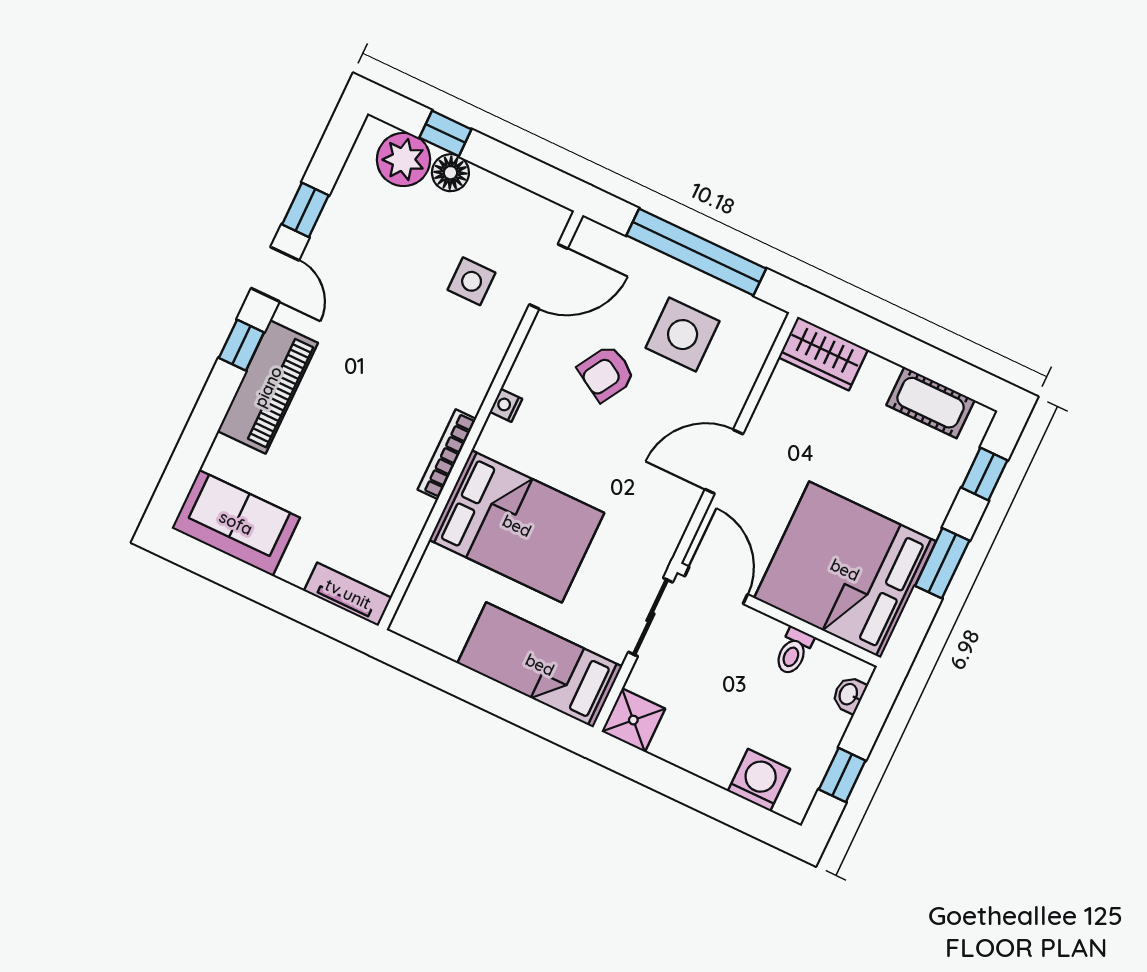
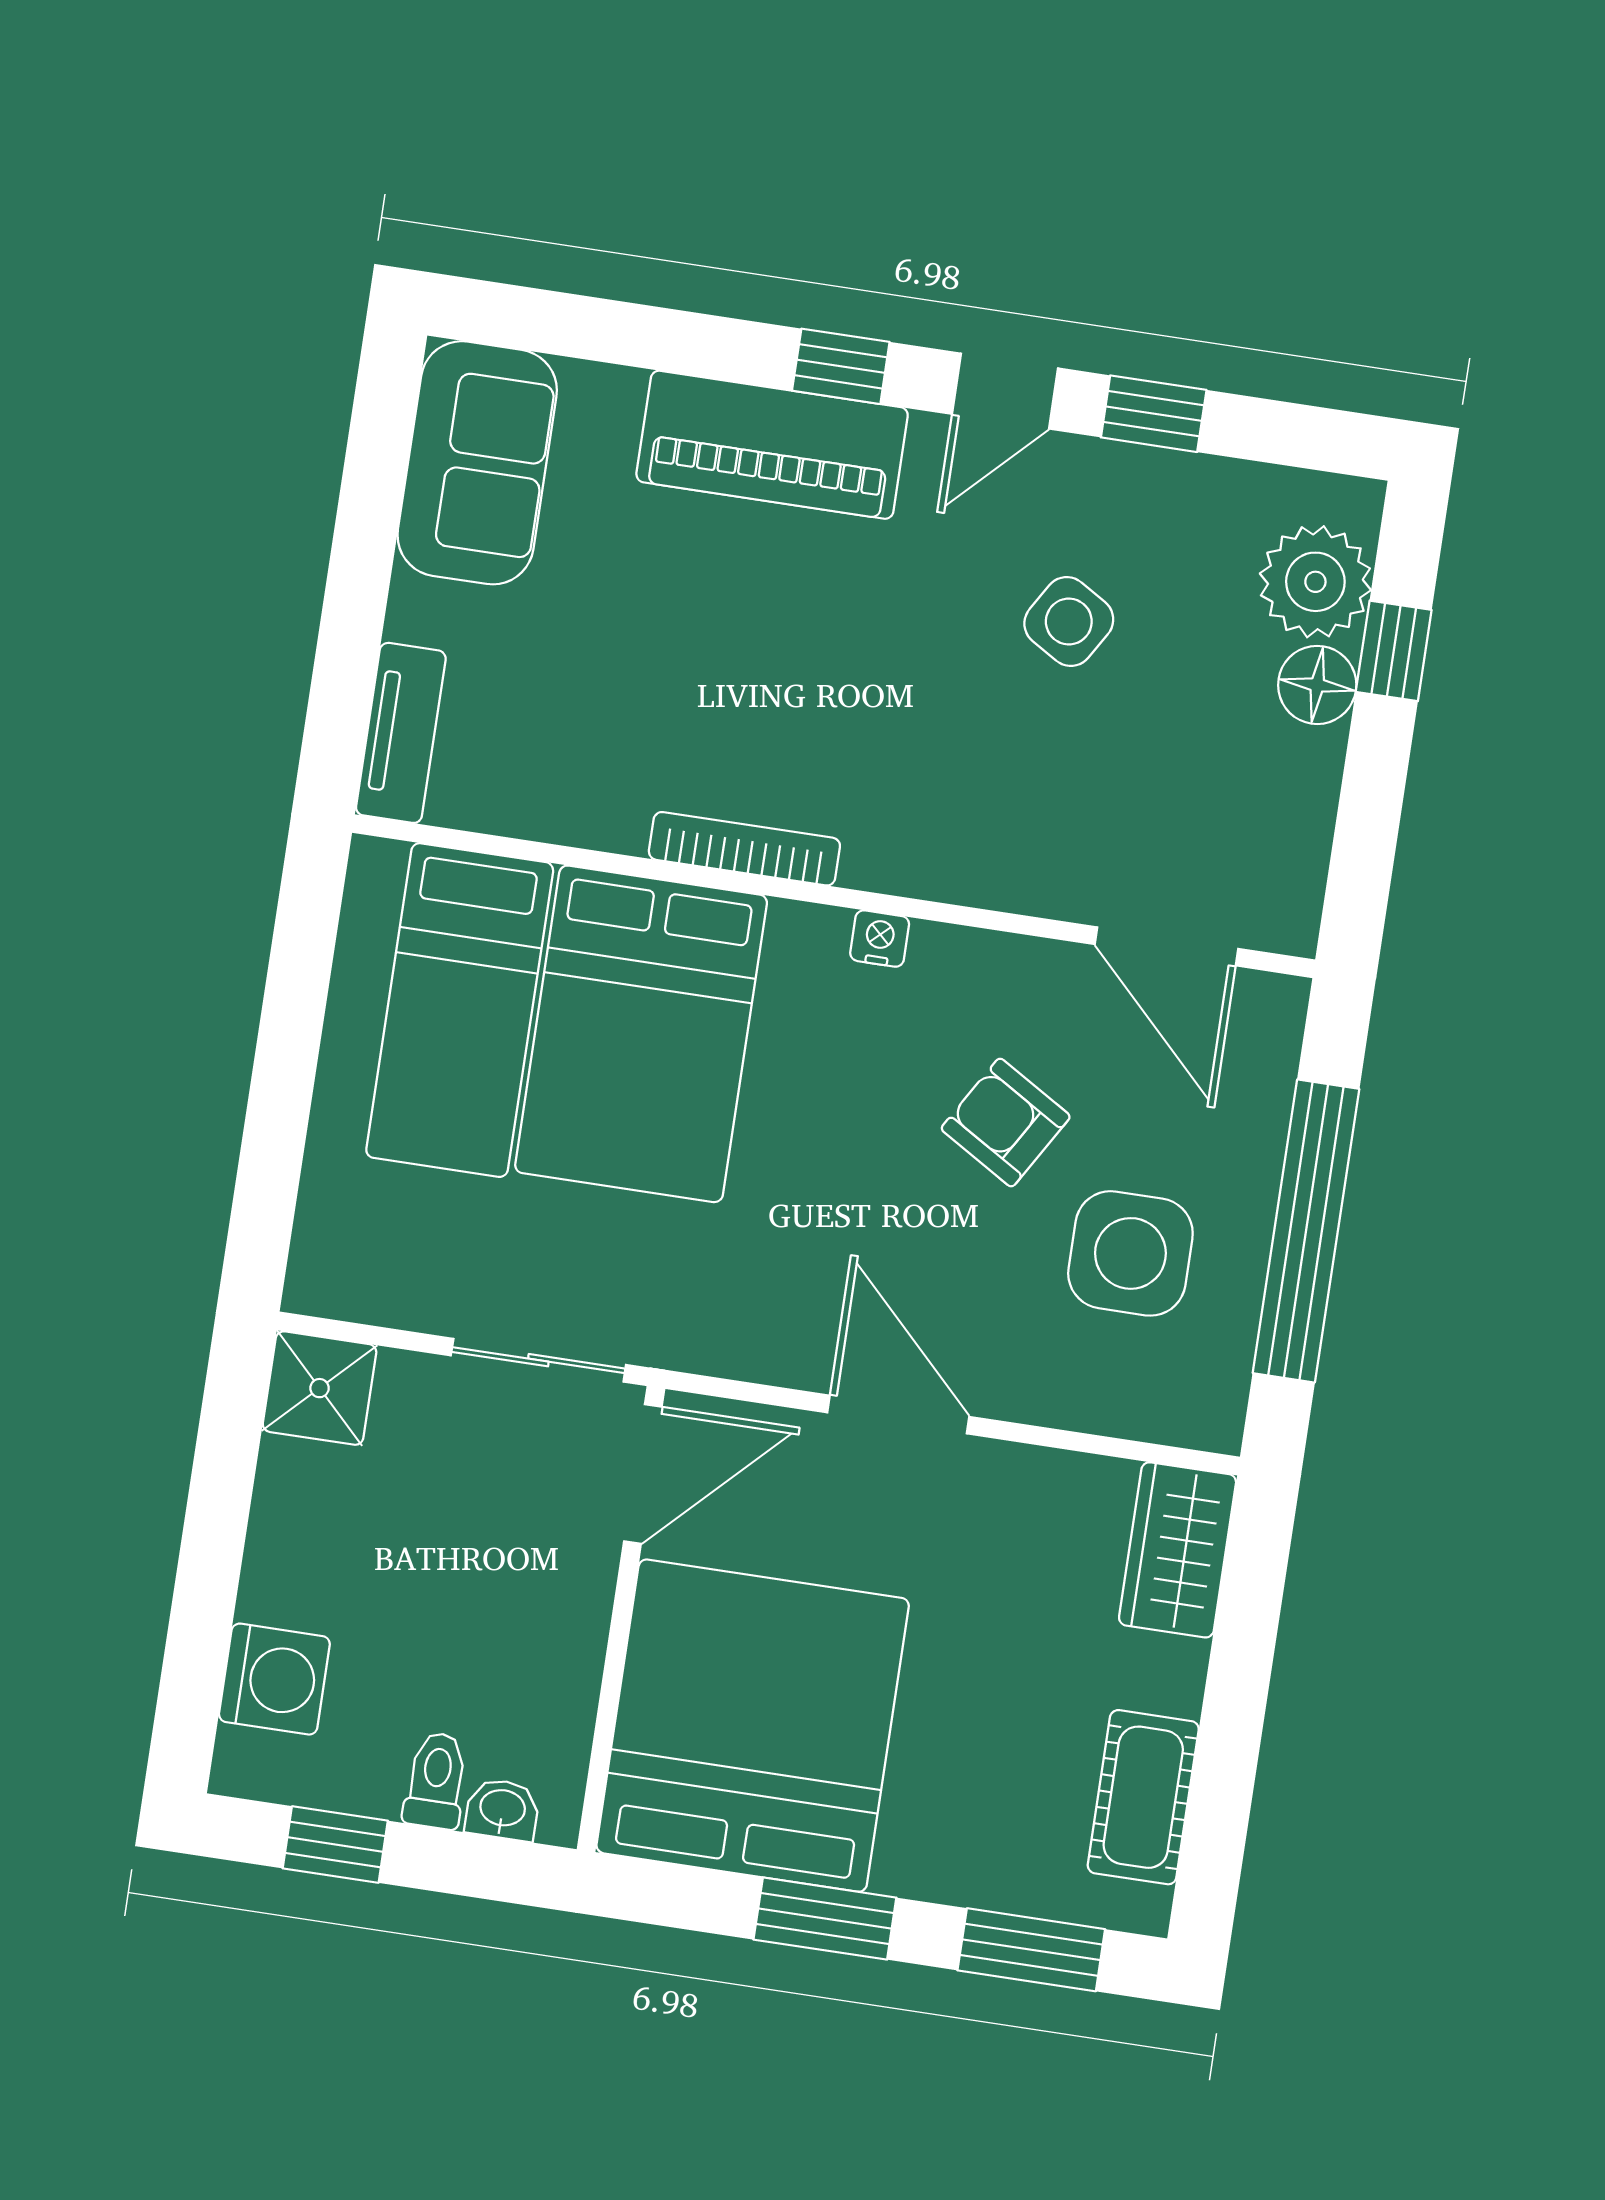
side table: (472, 281) -> (1069, 621), moved, turned 31
window: (984, 474) -> (1031, 1950), width x1.50
toilet: (794, 651) -> (436, 1781), moved, turned 90
bed: (540, 665) -> (460, 1010), moved, turned 180

